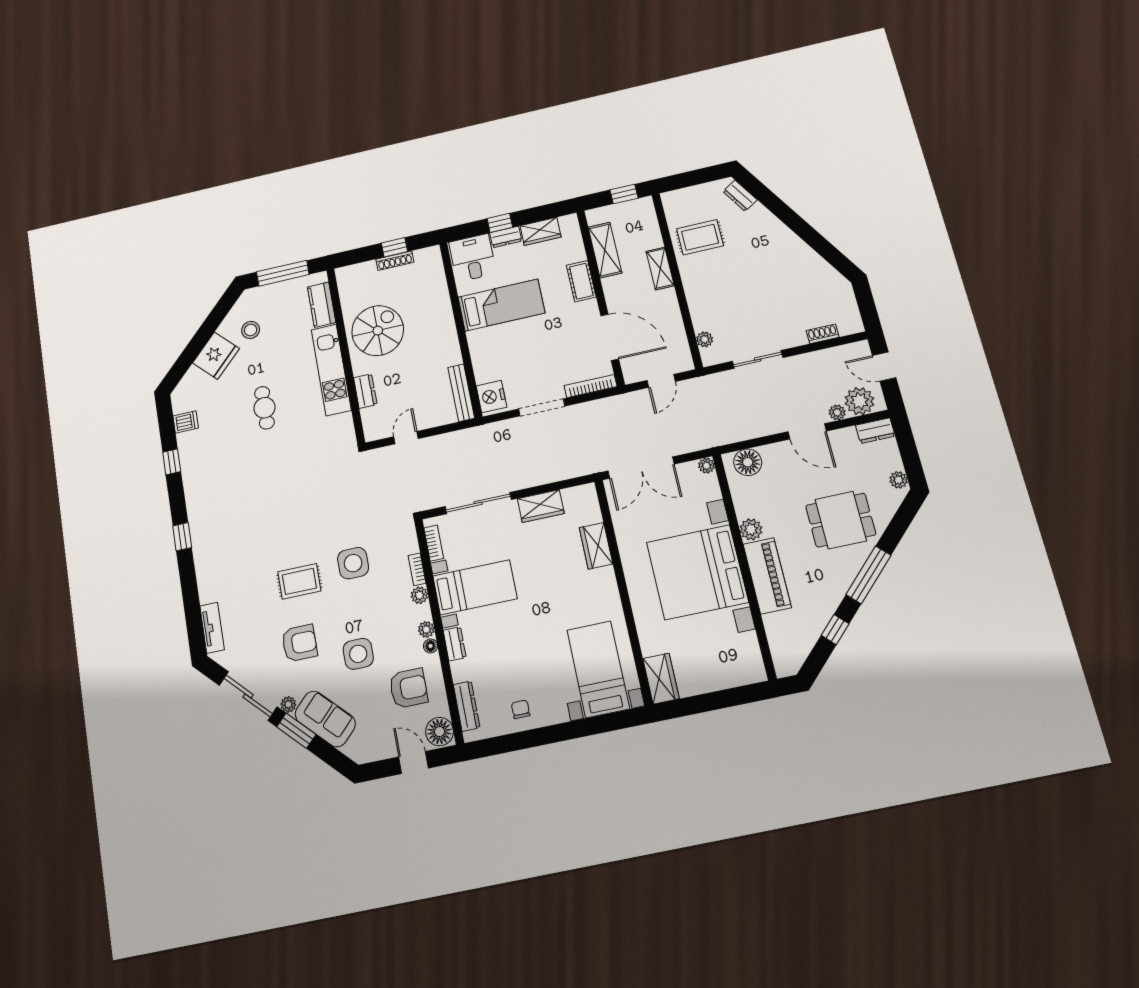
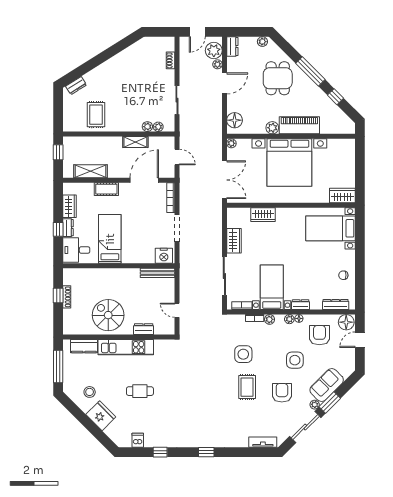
shelving: (660, 268) -> (135, 142), moved
plant: (701, 322) -> (147, 127), added

